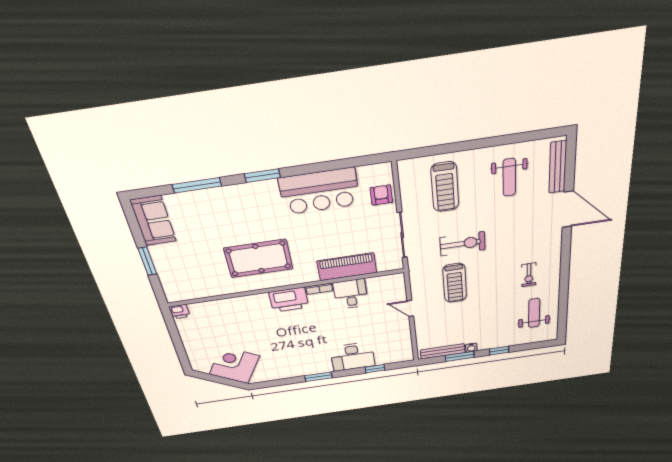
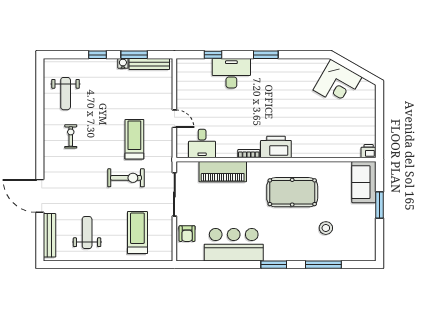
sofa: (153, 221) -> (364, 182), moved
stool: (206, 227) -> (326, 228), added
exercise bike: (463, 244) -> (126, 178), turned 180
desk: (351, 294) -> (202, 144), moved

